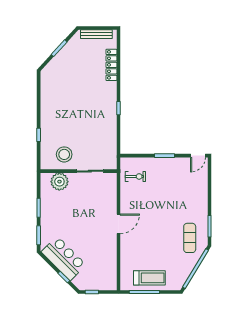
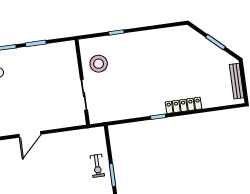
locker: (111, 65) -> (183, 105), moved
exercise bike: (135, 176) -> (97, 166), moved
plant: (59, 182) -> (68, 63), removed
door: (118, 224) -> (30, 134), hinge flipped

